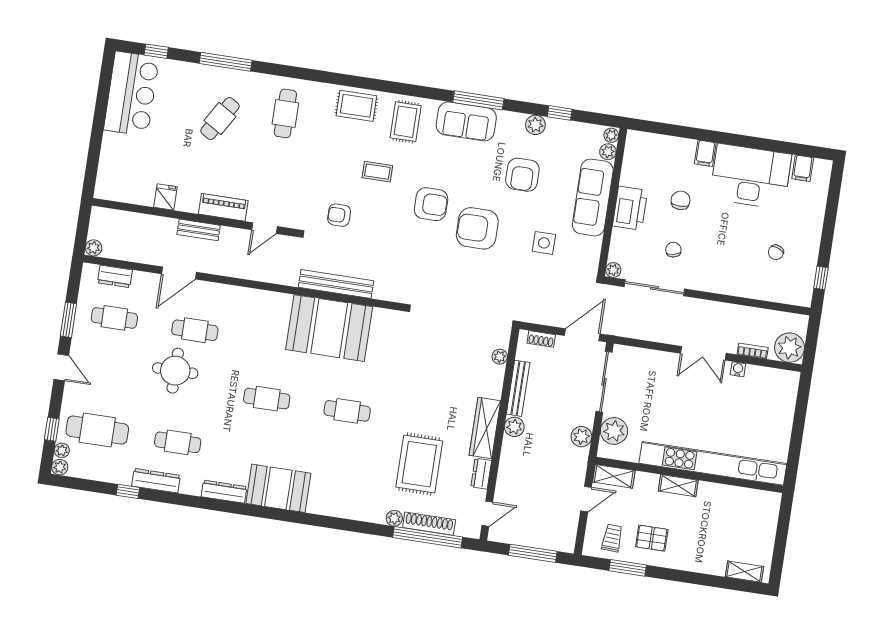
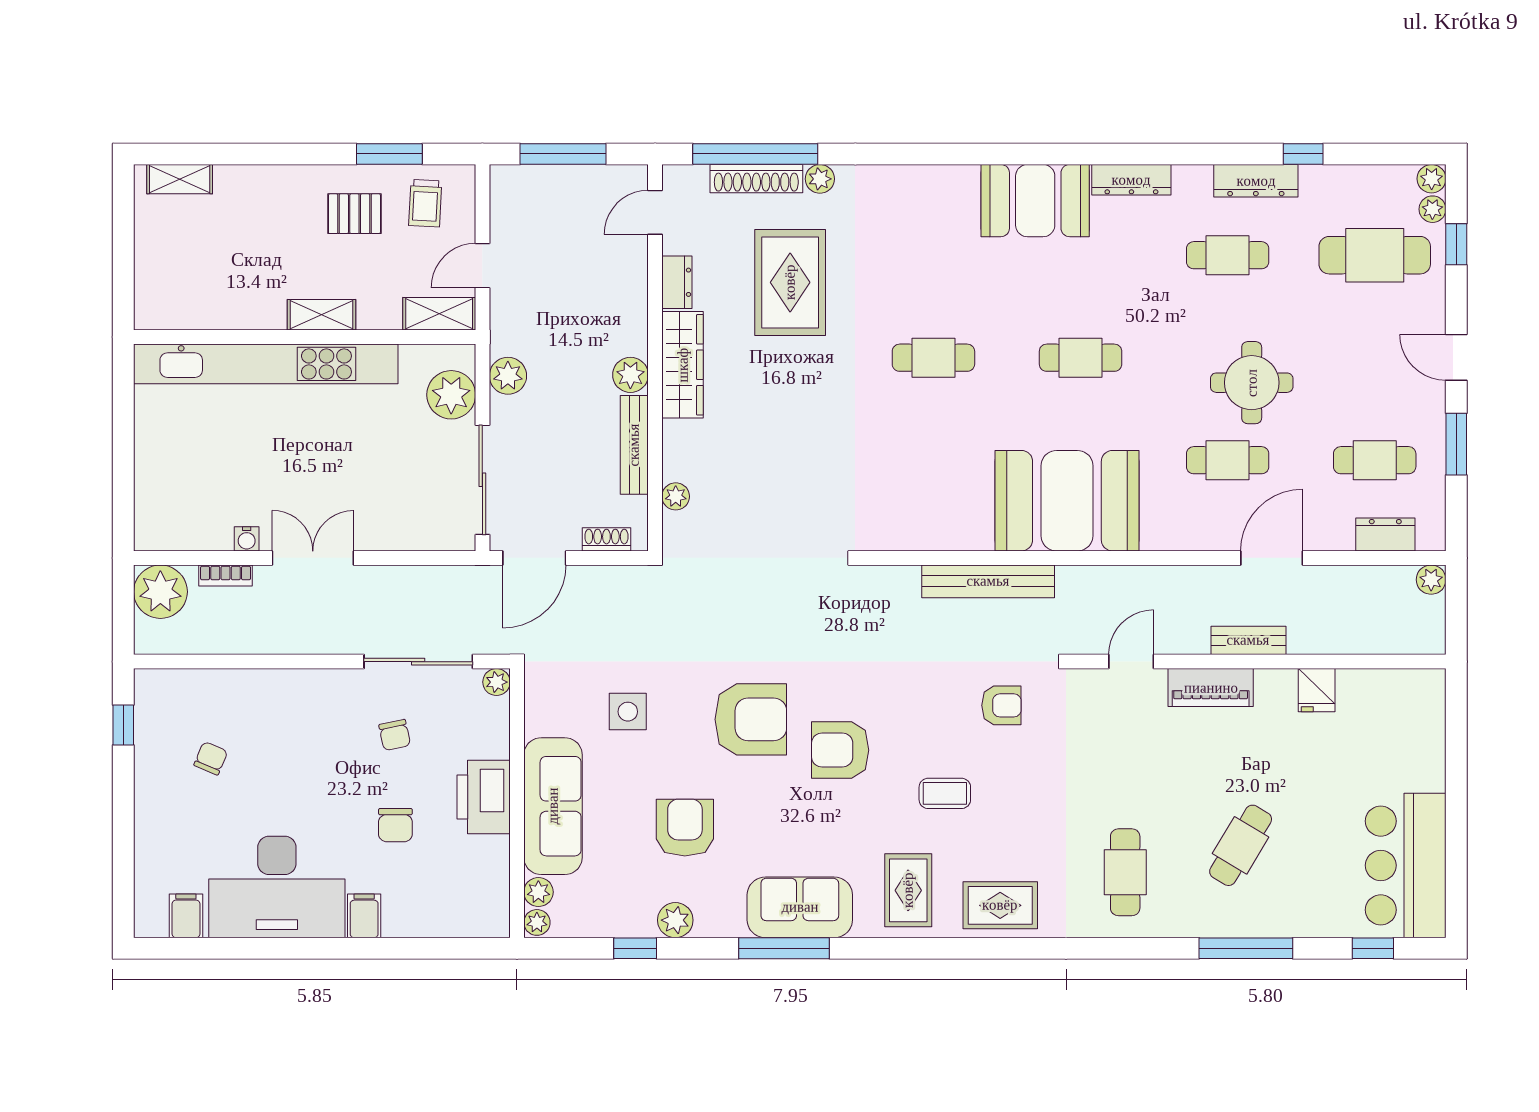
booth: (329, 328) -> (1067, 501), moved

